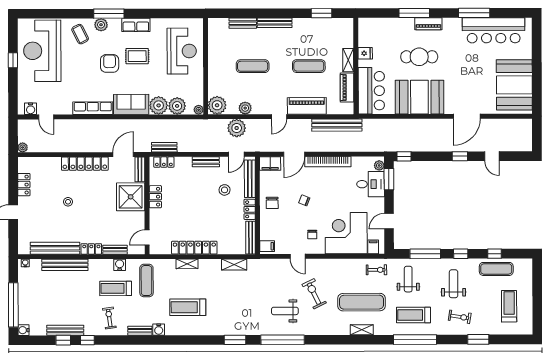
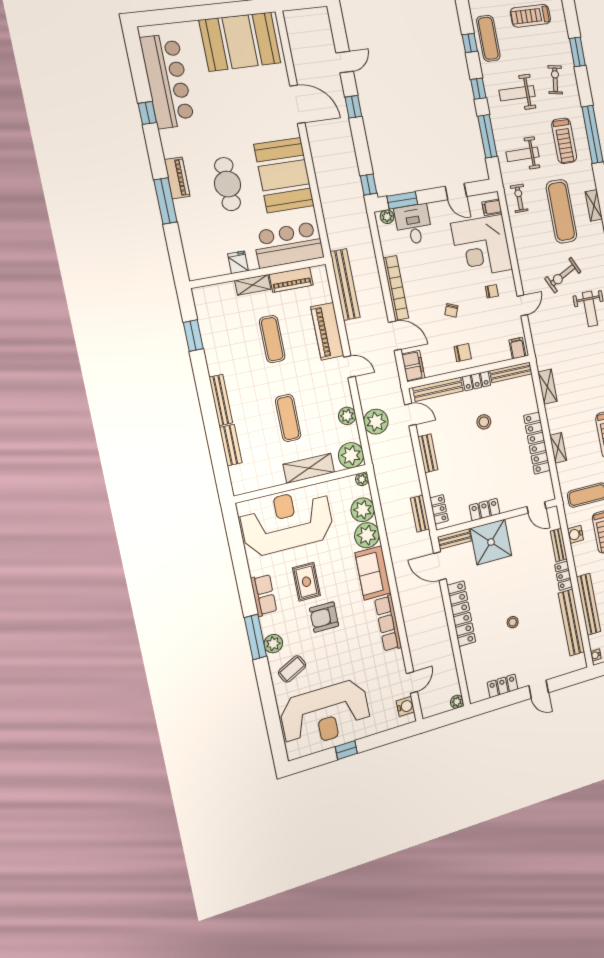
window: (474, 13) -> (147, 113), width x0.46
reception desk: (182, 51) -> (287, 522), width x1.36, depth x1.30
shelving: (215, 74) -> (309, 468), added
stool: (225, 190) -> (484, 422), moved

